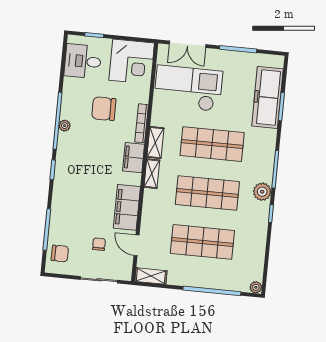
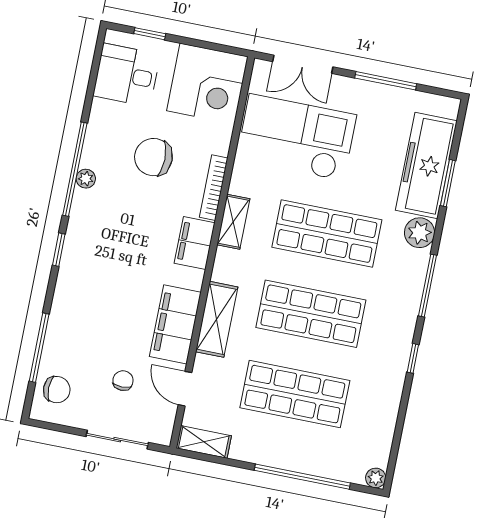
shelving: (152, 174) -> (217, 319), moved, width x1.50, depth x1.33
plant: (262, 192) -> (420, 233), moved

